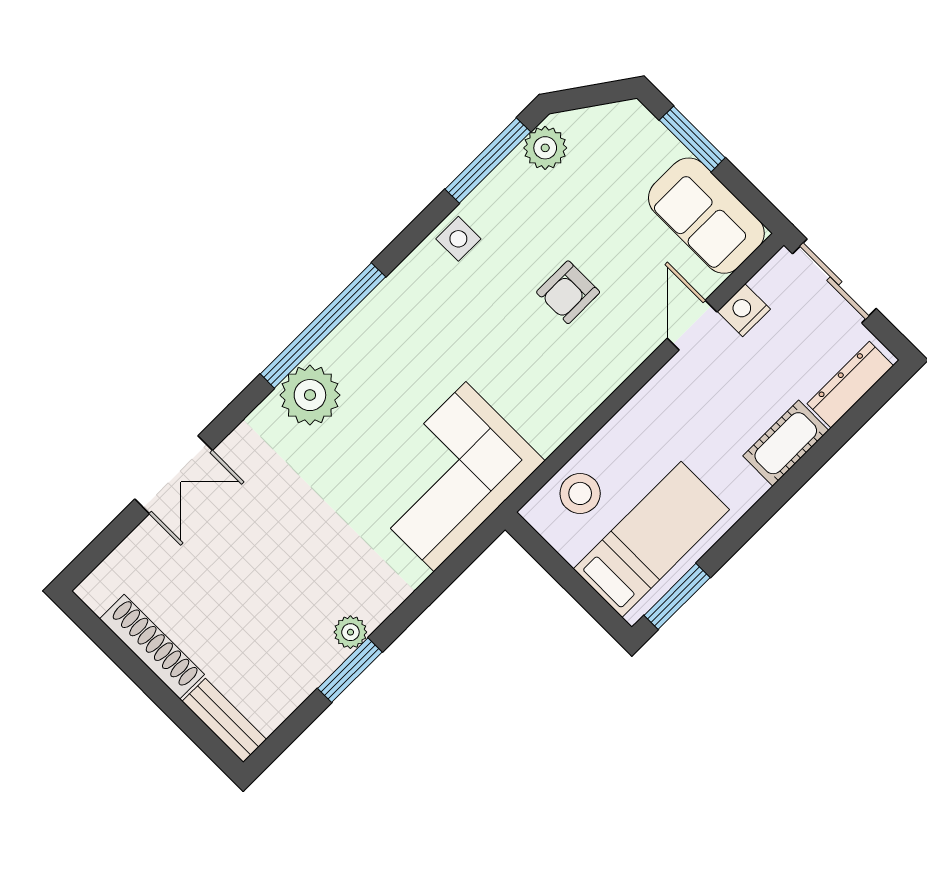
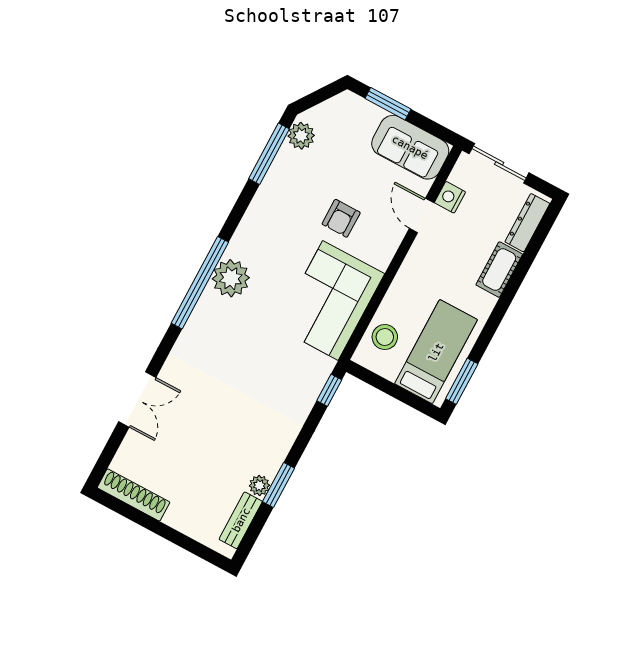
side table: (458, 239) -> (265, 206), removed
plant: (310, 395) -> (231, 278), moved
corner sofa: (450, 477) -> (330, 300), moved
window: (471, 549) -> (329, 390), added
plant: (350, 632) -> (259, 485), moved
shoe rack: (152, 647) -> (134, 495), moved
bench: (224, 720) -> (241, 520), moved, turned 90

